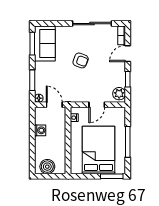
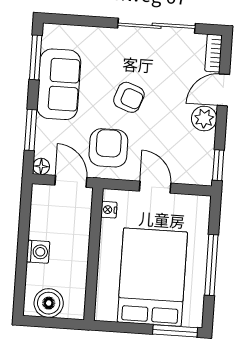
sofa: (45, 44) -> (59, 84), moved
window: (128, 79) -> (218, 165), moved
armchair: (72, 87) -> (108, 148), added
plant: (119, 94) -> (204, 119), moved
door: (97, 105) -> (155, 187), swing flipped
washing machine: (40, 130) -> (38, 252), moved

